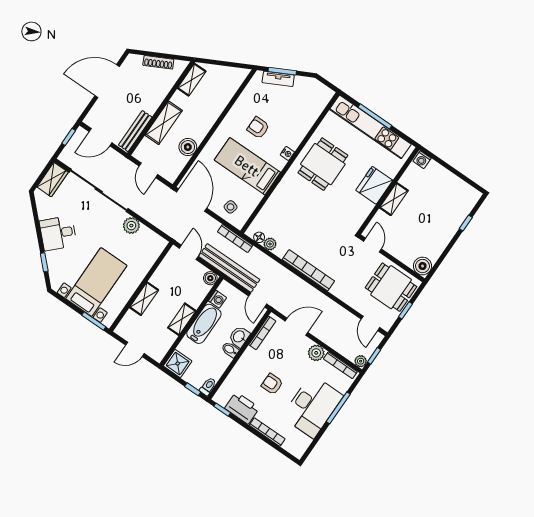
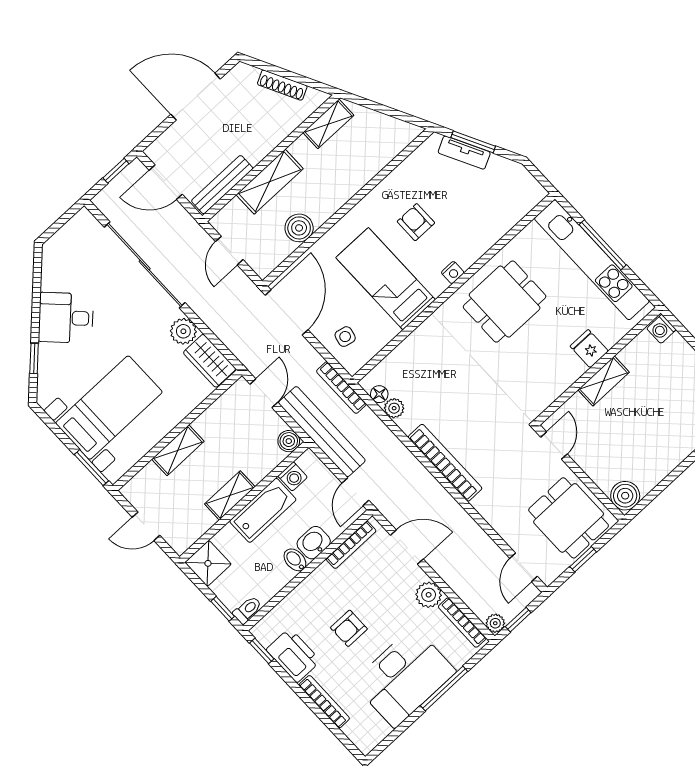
wardrobe: (53, 180) -> (210, 361), moved, turned 90
fridge: (374, 185) -> (589, 349), width x0.53, depth x0.75
armchair: (272, 384) -> (349, 628), turned -90

